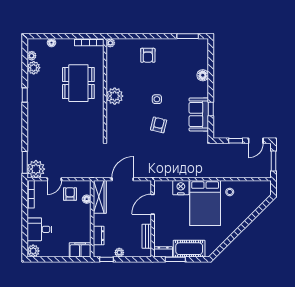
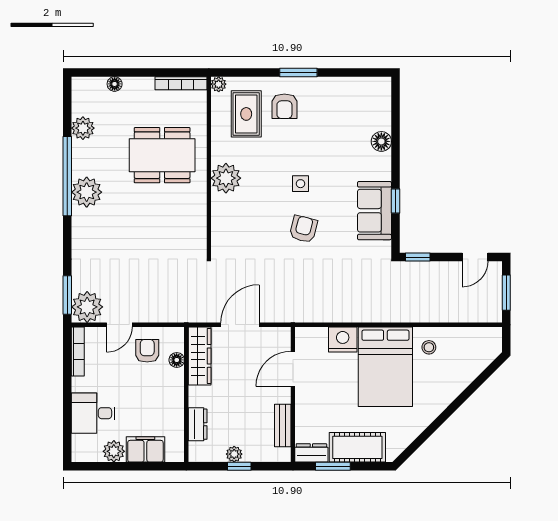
window: (188, 36) -> (298, 72), moved
plant: (32, 56) -> (87, 192), moved, width x1.87, depth x1.87
rug: (126, 60) -> (246, 114), added
dining table: (78, 83) -> (162, 155), turned 90
window: (25, 95) -> (67, 176), width x3.17
window: (236, 141) -> (418, 257), moved
filing cabinet: (80, 250) -> (145, 449), moved
plant: (33, 251) -> (114, 451), moved
window: (106, 259) -> (239, 466), moved

